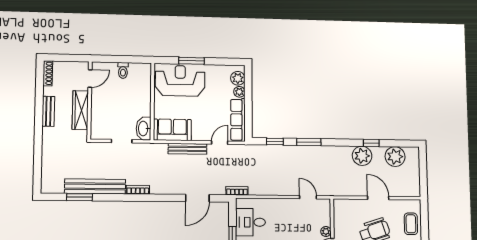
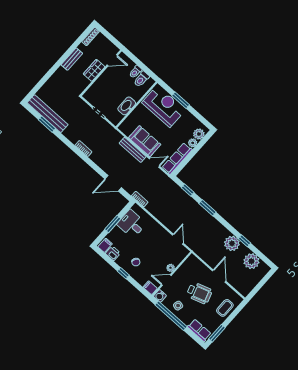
toilet: (135, 73) -> (141, 79), added
wardrobe: (80, 110) -> (94, 70), width x0.67
washbasin: (144, 129) -> (127, 106), moved
sofa: (172, 130) -> (145, 141), moved
bench: (95, 186) -> (48, 114), moved

